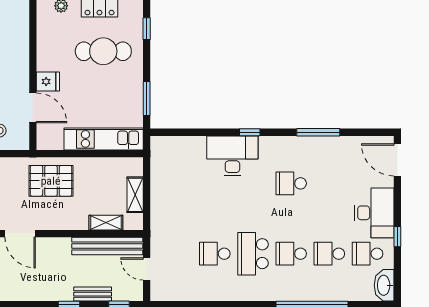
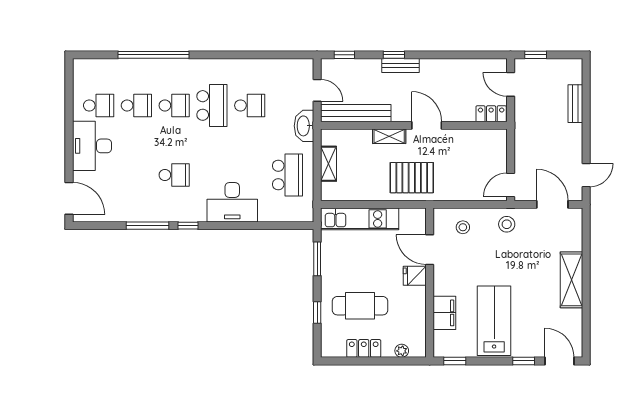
window: (147, 29) -> (317, 313), moved
filing cabinet: (18, 44) -> (444, 313), added
window: (250, 132) -> (188, 226), moved
school desk: (177, 183) -> (287, 175), added
shelving: (106, 223) -> (389, 136), moved
door: (20, 234) -> (427, 125), moved
window: (397, 237) -> (69, 122), removed
washbasin: (384, 285) -> (304, 126), moved, turned 180
bench: (93, 294) -> (401, 66), moved

